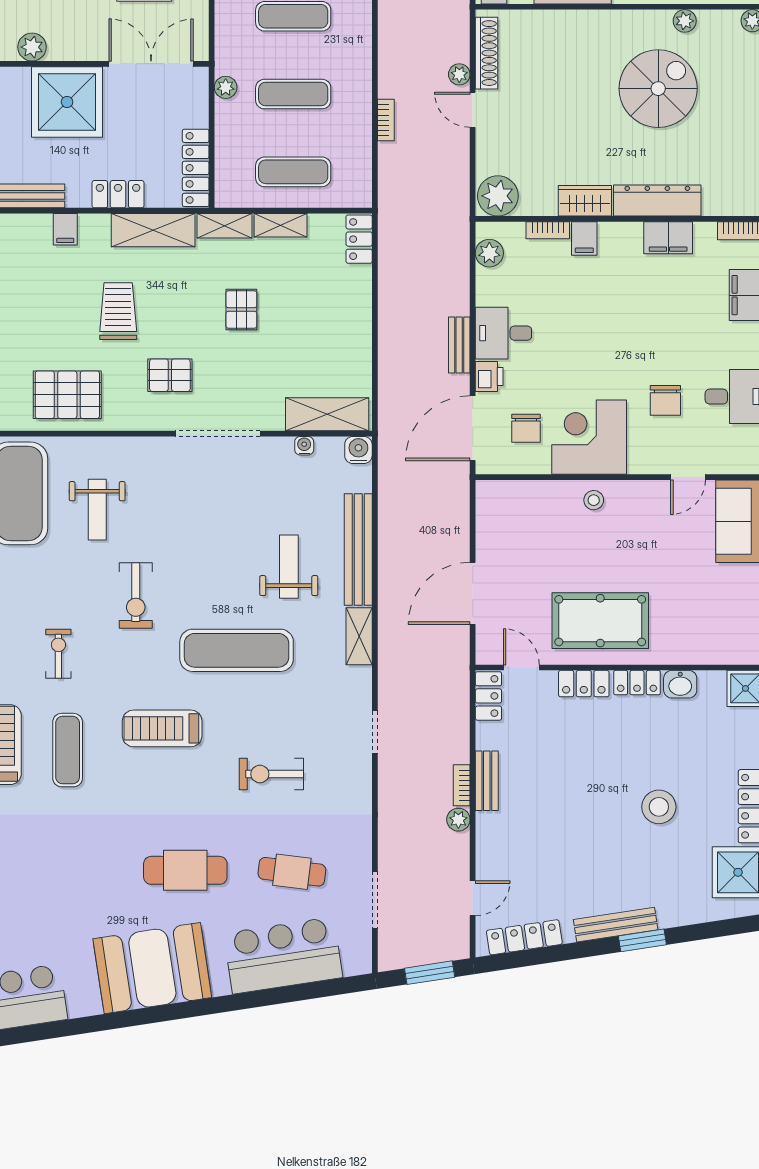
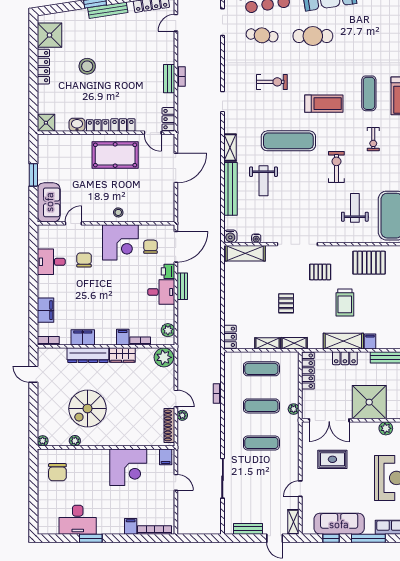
shelving: (153, 230) -> (343, 341), moved
plant: (458, 820) -> (183, 60), removed

